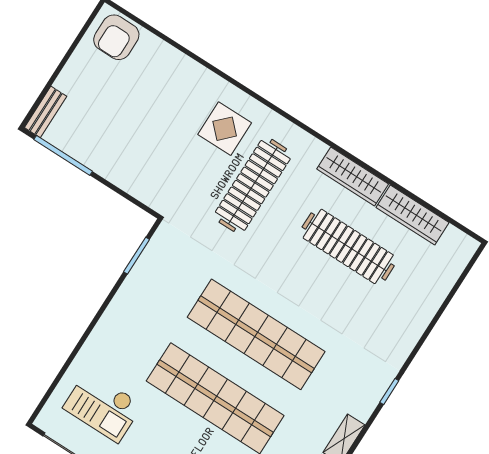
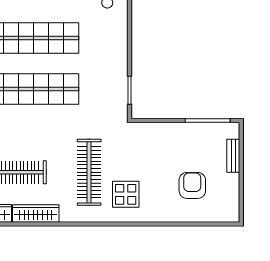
armchair: (116, 37) -> (192, 185), moved
bench: (46, 112) -> (233, 156), moved

